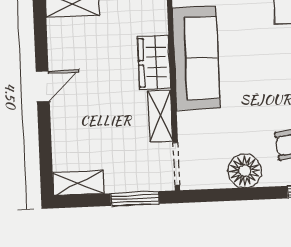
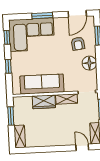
door: (43, 86) -> (82, 147), moved

